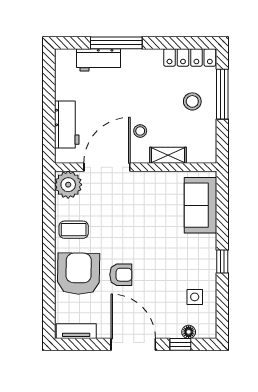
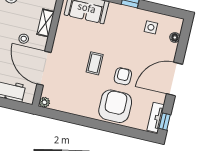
plant: (68, 185) -> (44, 102), width x0.53, depth x0.53
coffee table: (74, 230) -> (95, 63), moved
armchair: (79, 274) -> (115, 106), turned 89
window: (180, 344) -> (165, 122), moved

